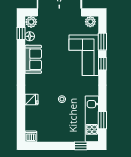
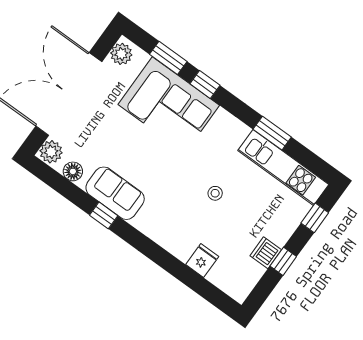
window: (21, 34) -> (104, 215), moved
fridge: (31, 99) -> (202, 261), moved
window: (102, 120) -> (272, 133), moved
dishwasher: (31, 136) -> (266, 253), moved
window: (54, 146) -> (283, 261), added

